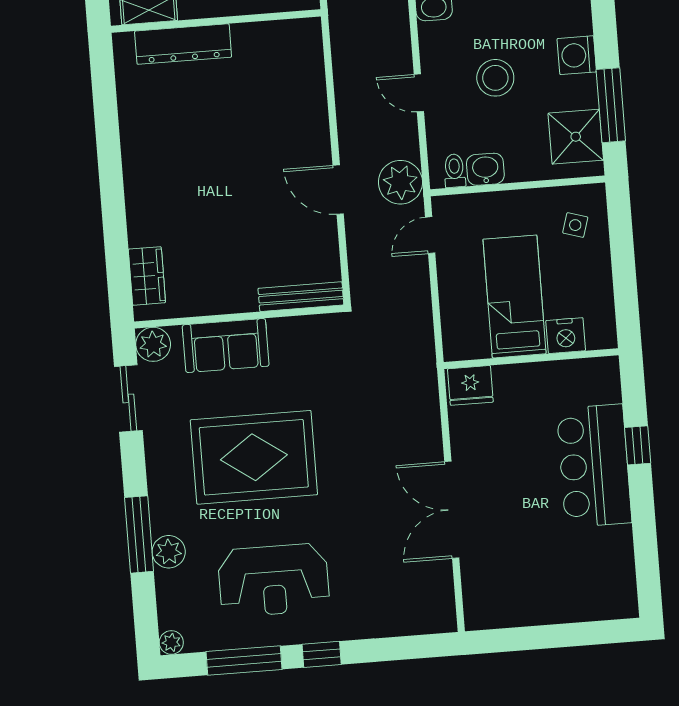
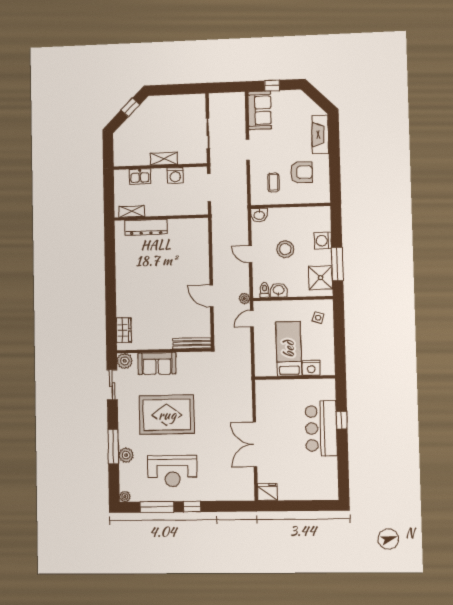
plant: (400, 182) -> (244, 299), width x0.53, depth x0.53
fridge: (470, 385) -> (267, 492), moved, turned 180

